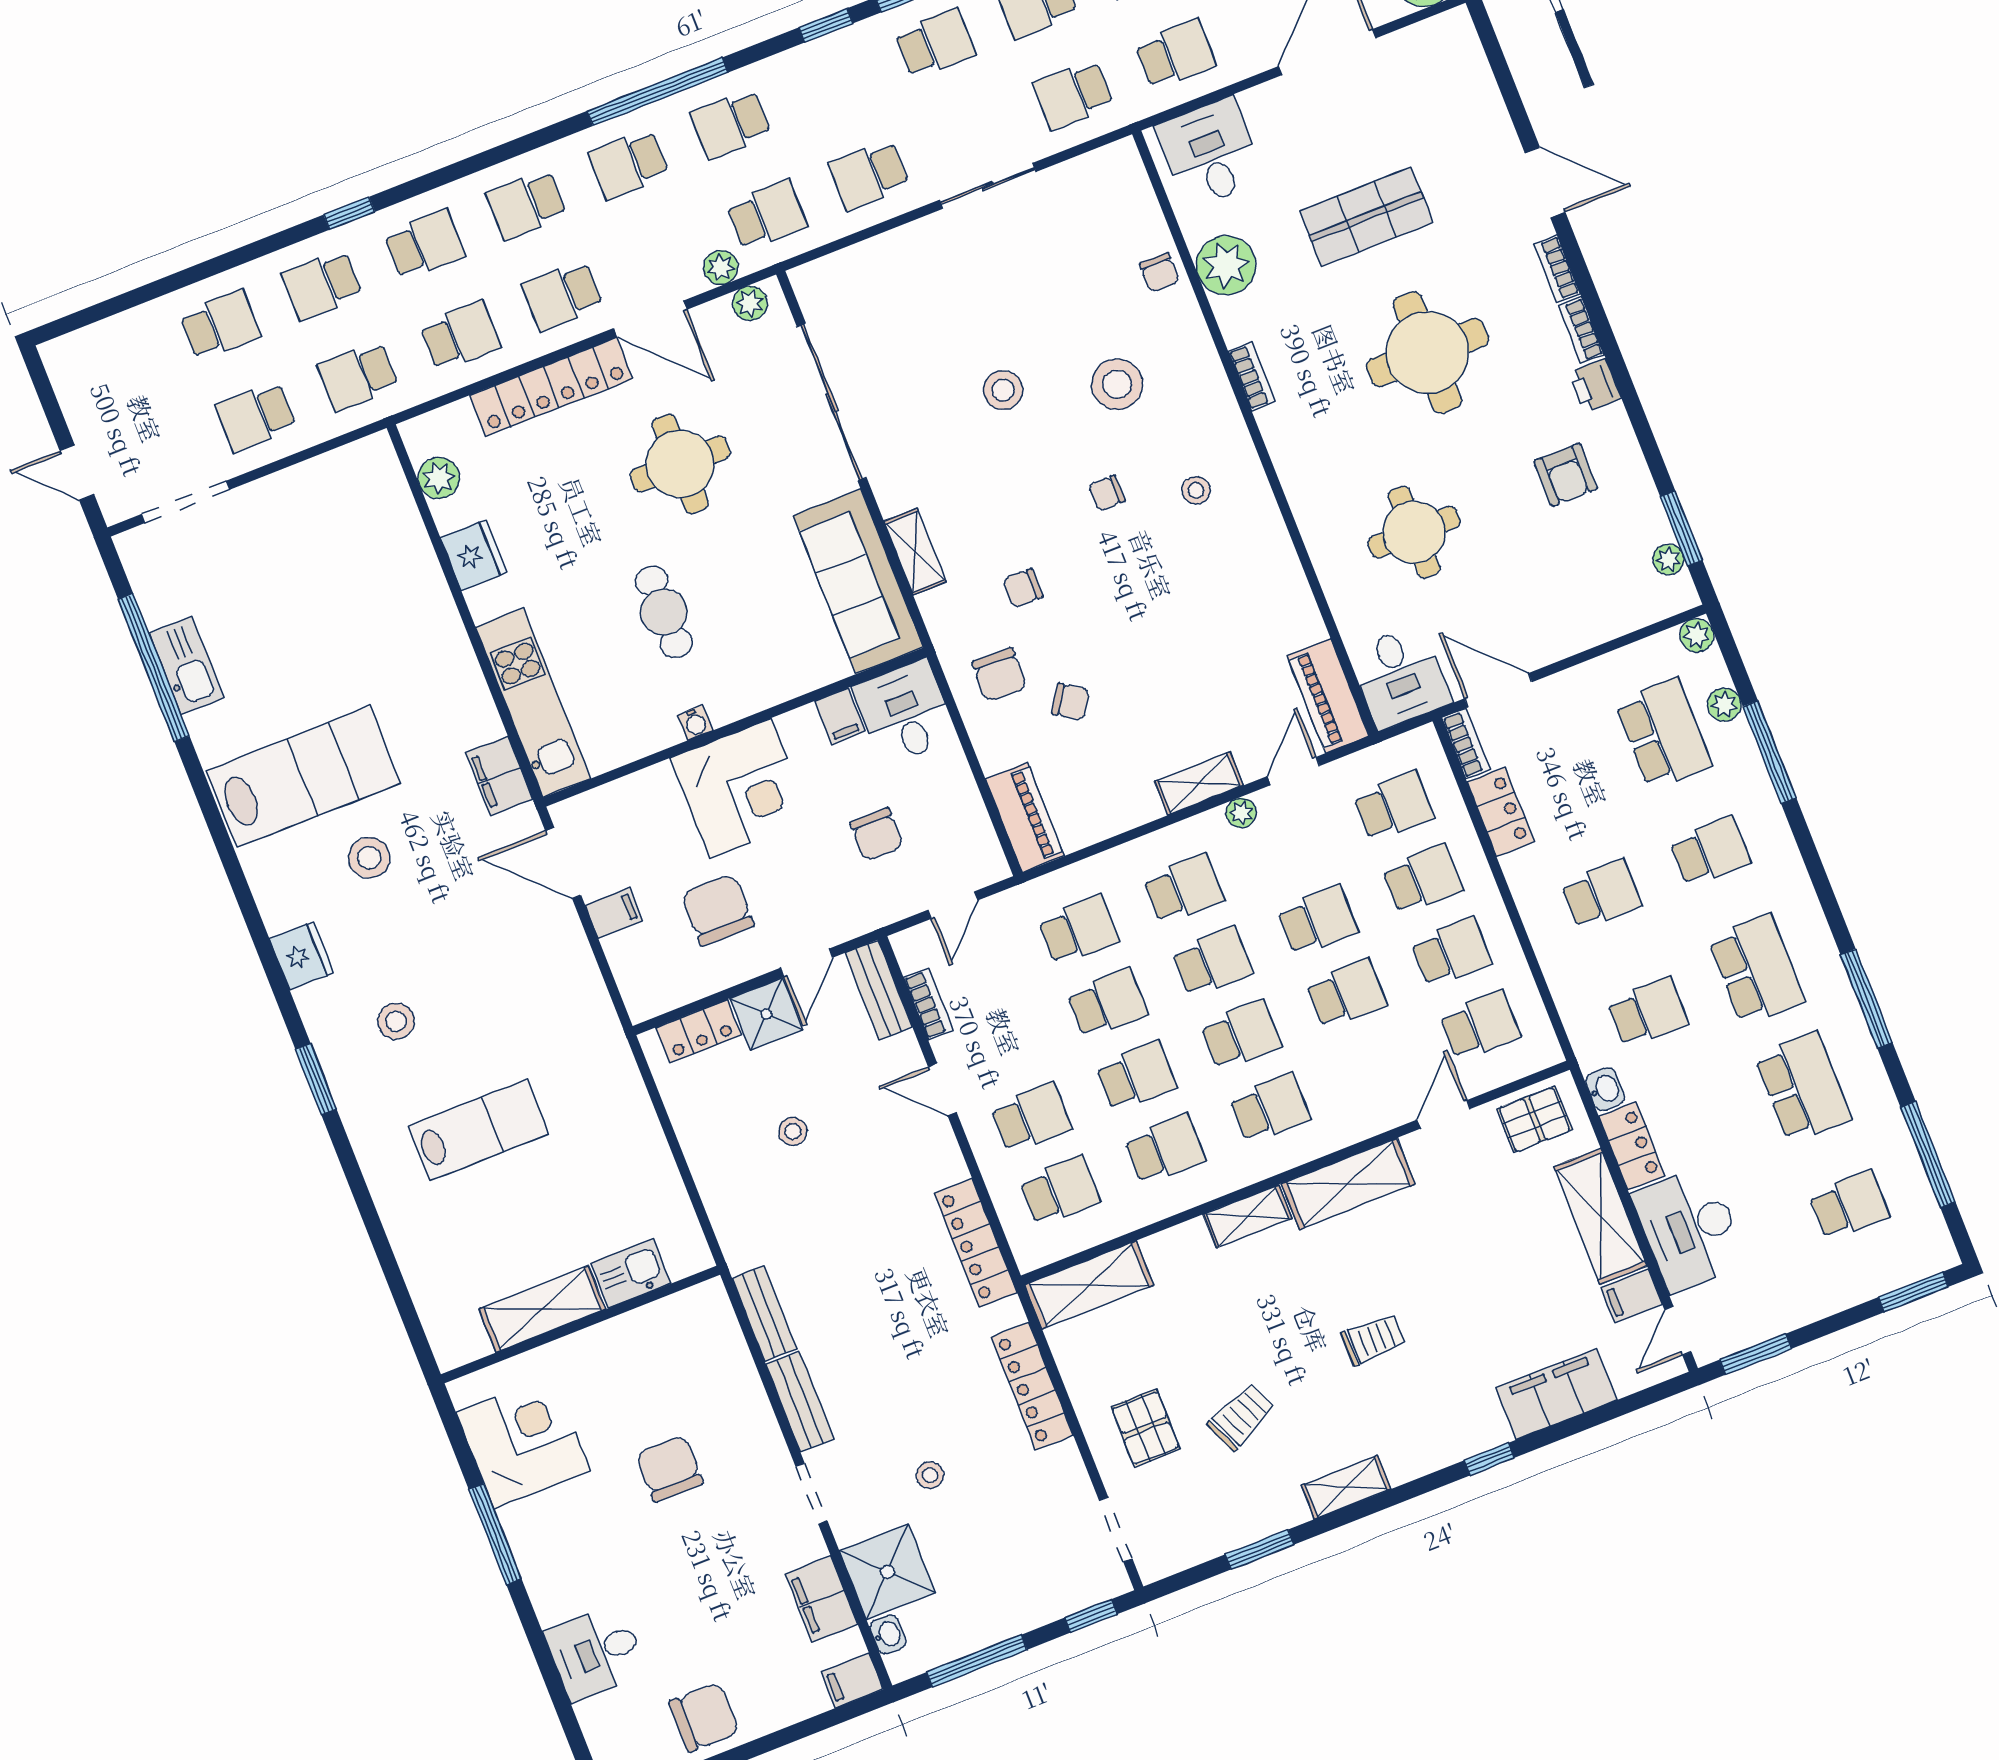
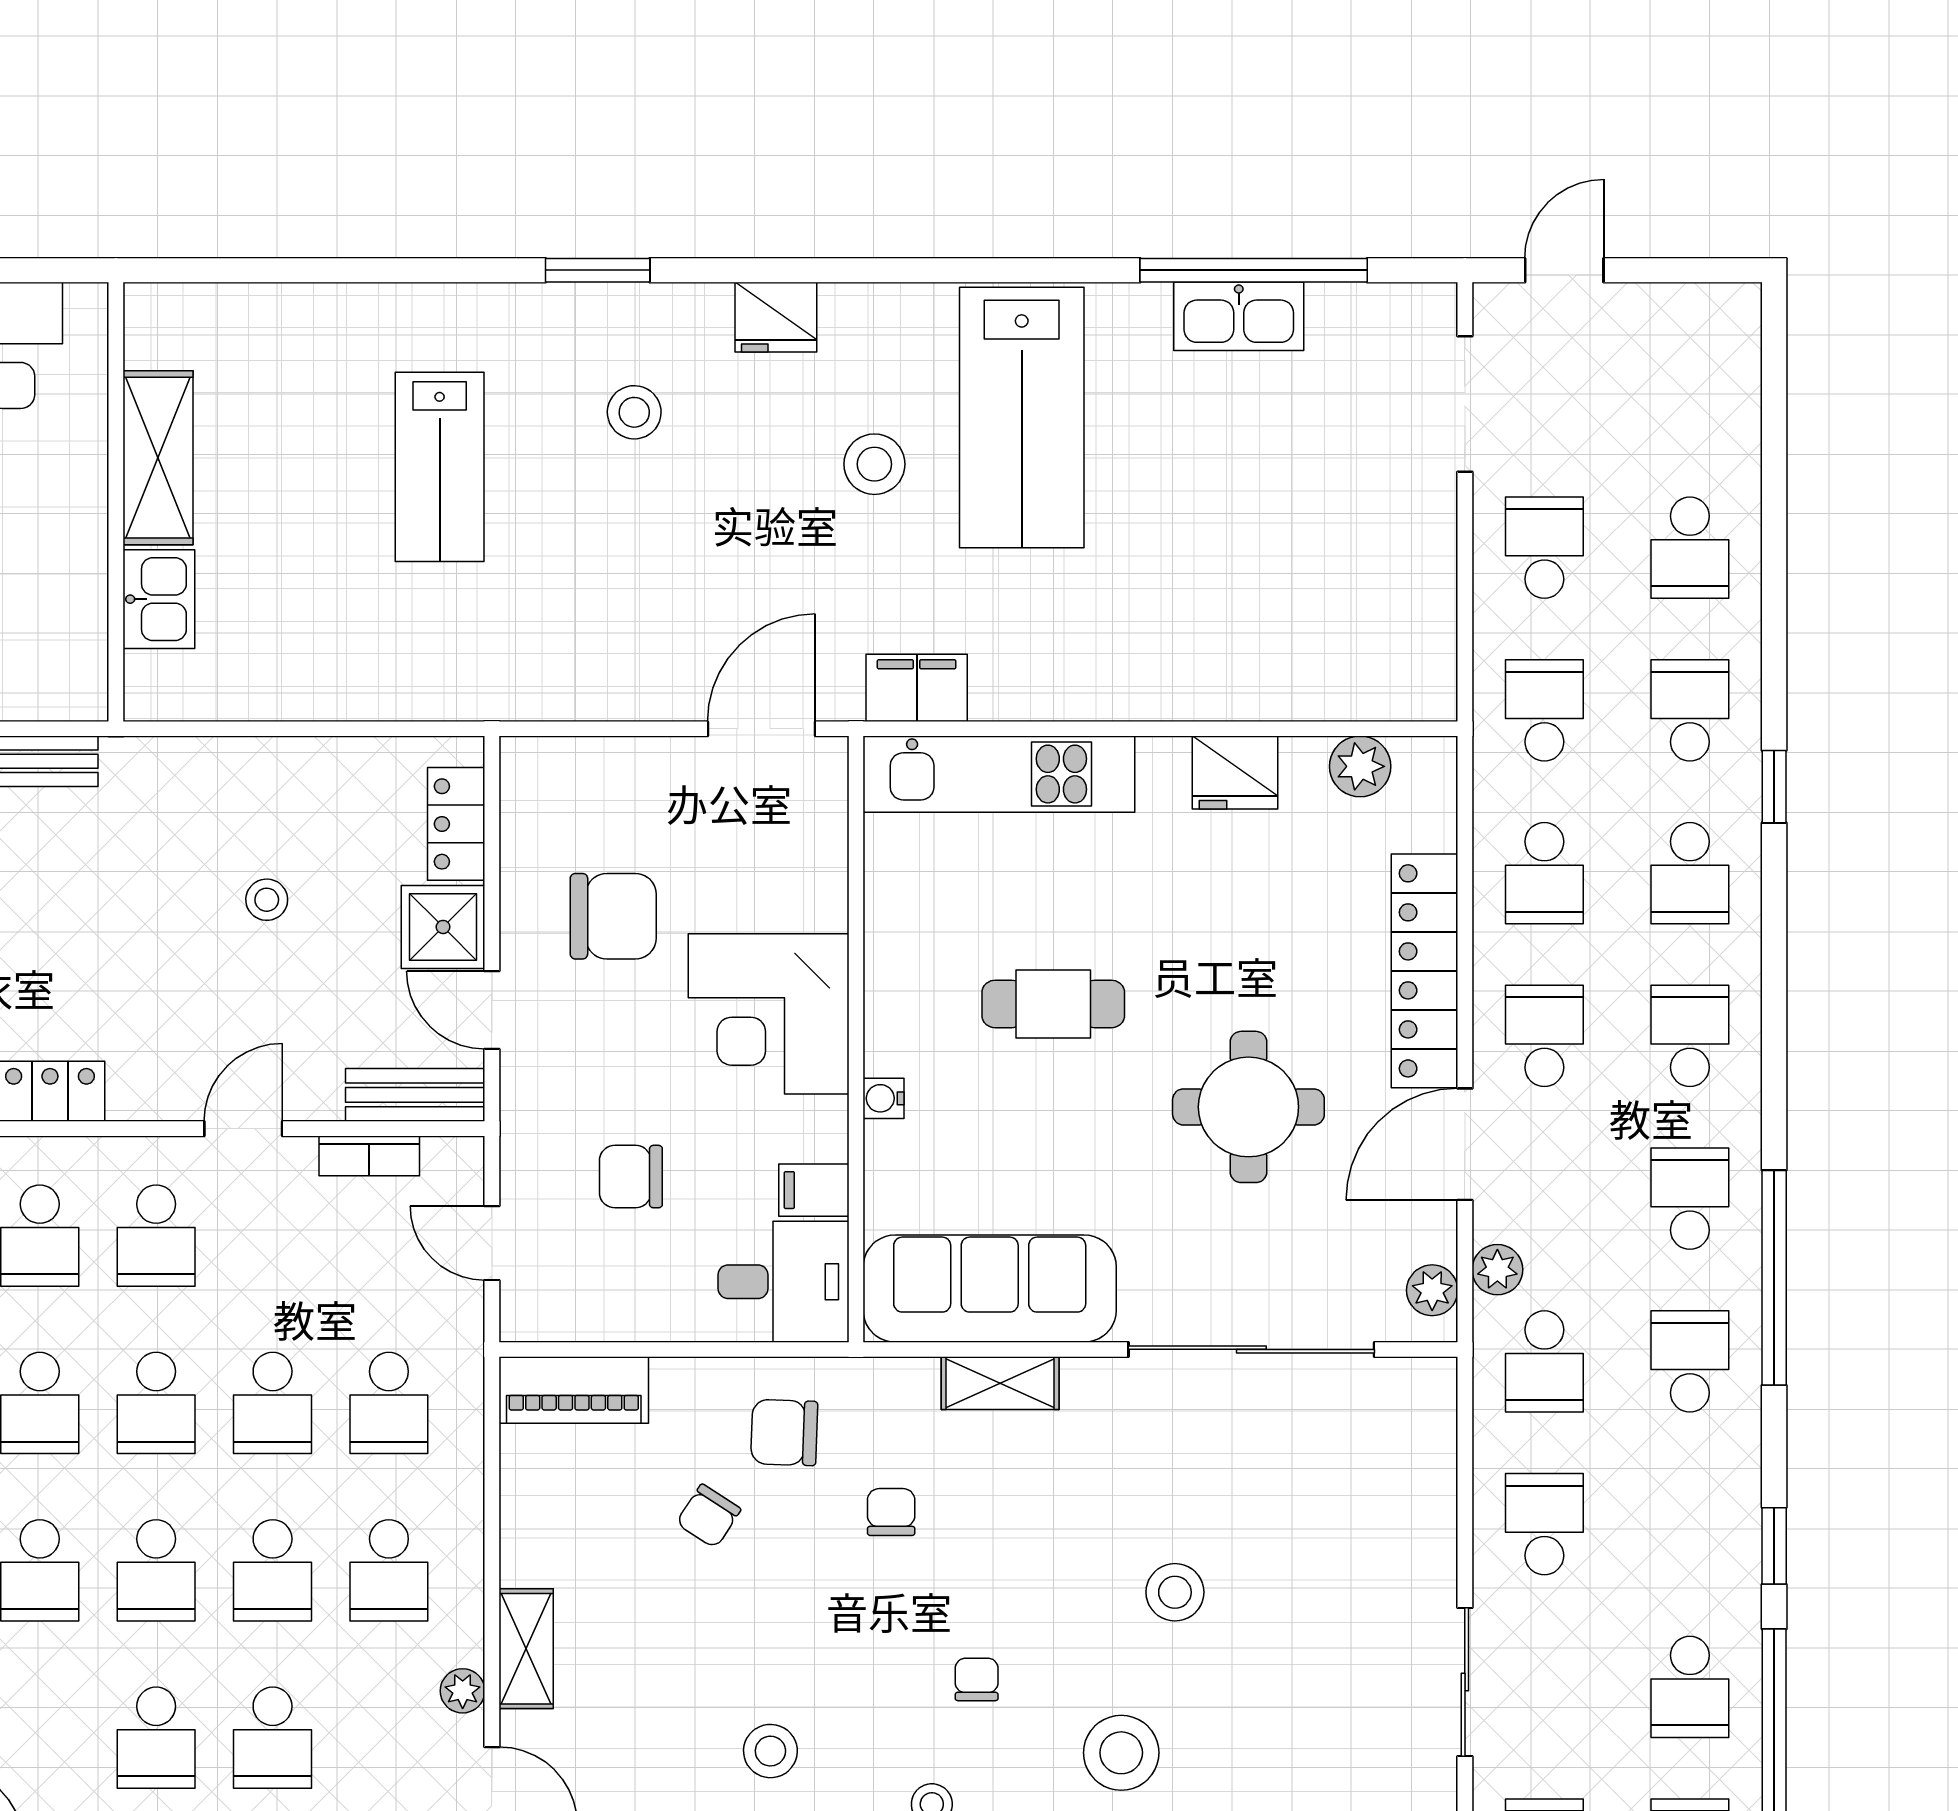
stool: (1203, 605) -> (770, 1751), added
water cooler: (695, 723) -> (883, 1098), moved
filing cabinet: (614, 913) -> (665, 771), removed

